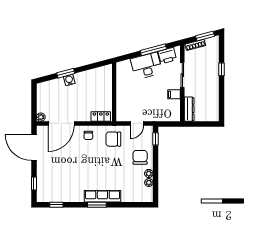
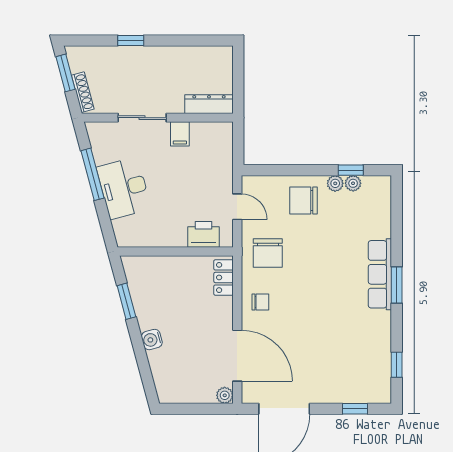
printer: (167, 56) -> (203, 234), moved, turned -75
window: (66, 73) -> (126, 301), moved
window: (156, 139) -> (351, 170), moved

